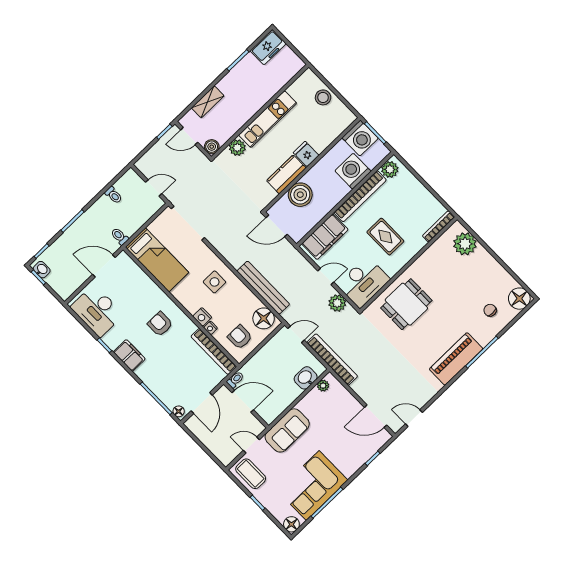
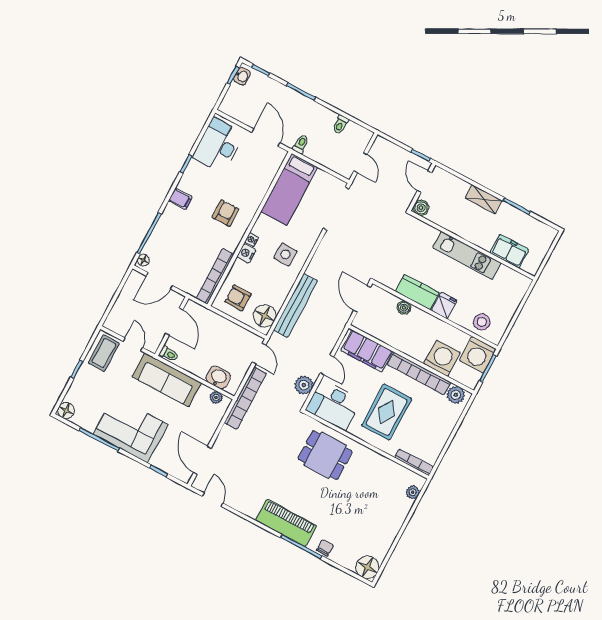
freezer: (268, 47) -> (509, 251), moved, turned 180
stool: (323, 97) -> (482, 322), moved
shelving: (208, 102) -> (484, 199), moved
plant: (237, 148) -> (428, 234), removed
boiler: (300, 195) -> (404, 308), width x0.54, depth x0.54
rug: (385, 237) -> (387, 412), width x1.36, depth x1.43
plant: (465, 244) -> (413, 492), width x0.53, depth x0.53
chair: (490, 310) -> (325, 548), moved
nightstand: (211, 328) -> (252, 240), moved
armchair: (240, 337) -> (238, 298), turned -90
filing cabinet: (129, 355) -> (180, 199), width x0.50
toilet: (235, 380) -> (169, 354), moved
sofa: (287, 430) -> (167, 380), width x1.36
corner sofa: (313, 485) -> (131, 429), moved

